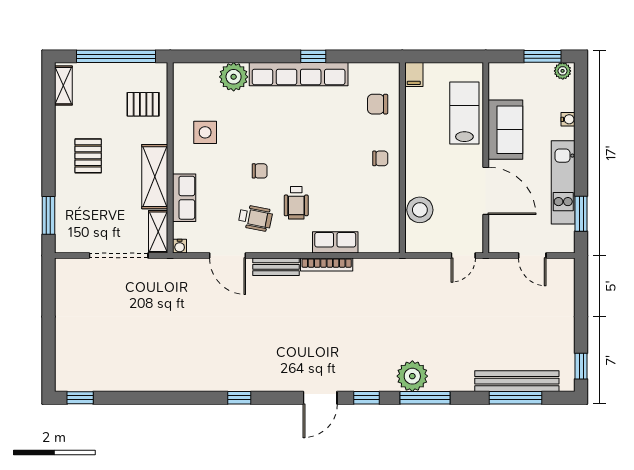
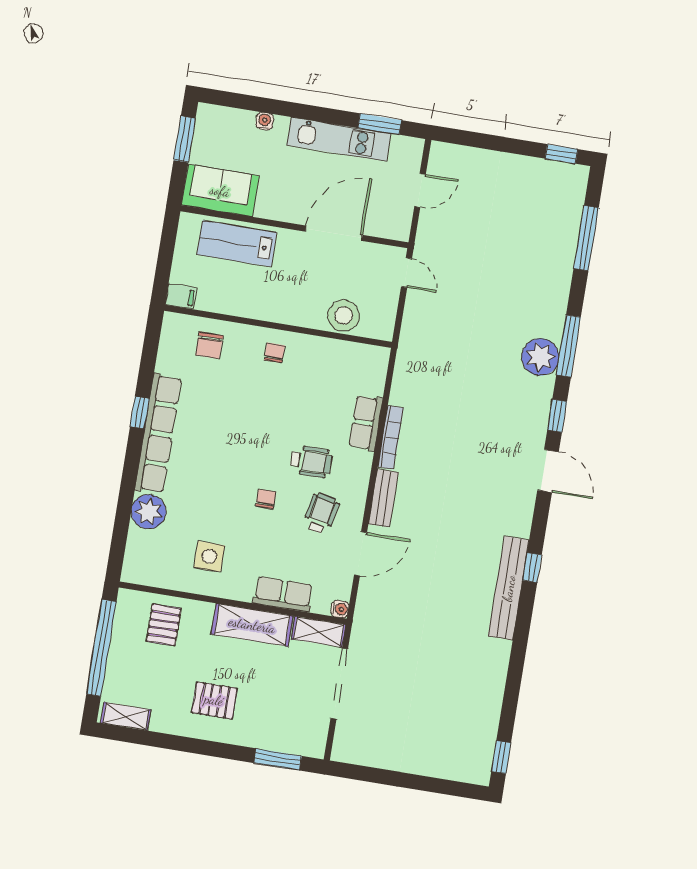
plant: (563, 71) -> (206, 118), removed
sofa: (505, 130) -> (220, 191), moved
bench: (517, 381) -> (509, 588), moved

